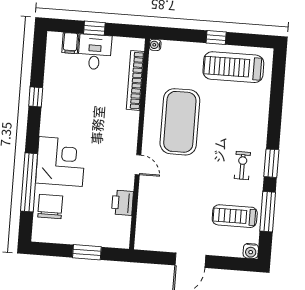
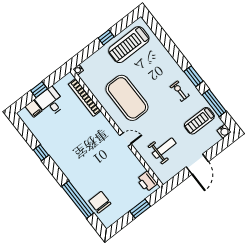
corner desk: (61, 162) -> (84, 174), removed
printer: (122, 203) -> (147, 181), moved
weight bench: (171, 211) -> (164, 148), added

